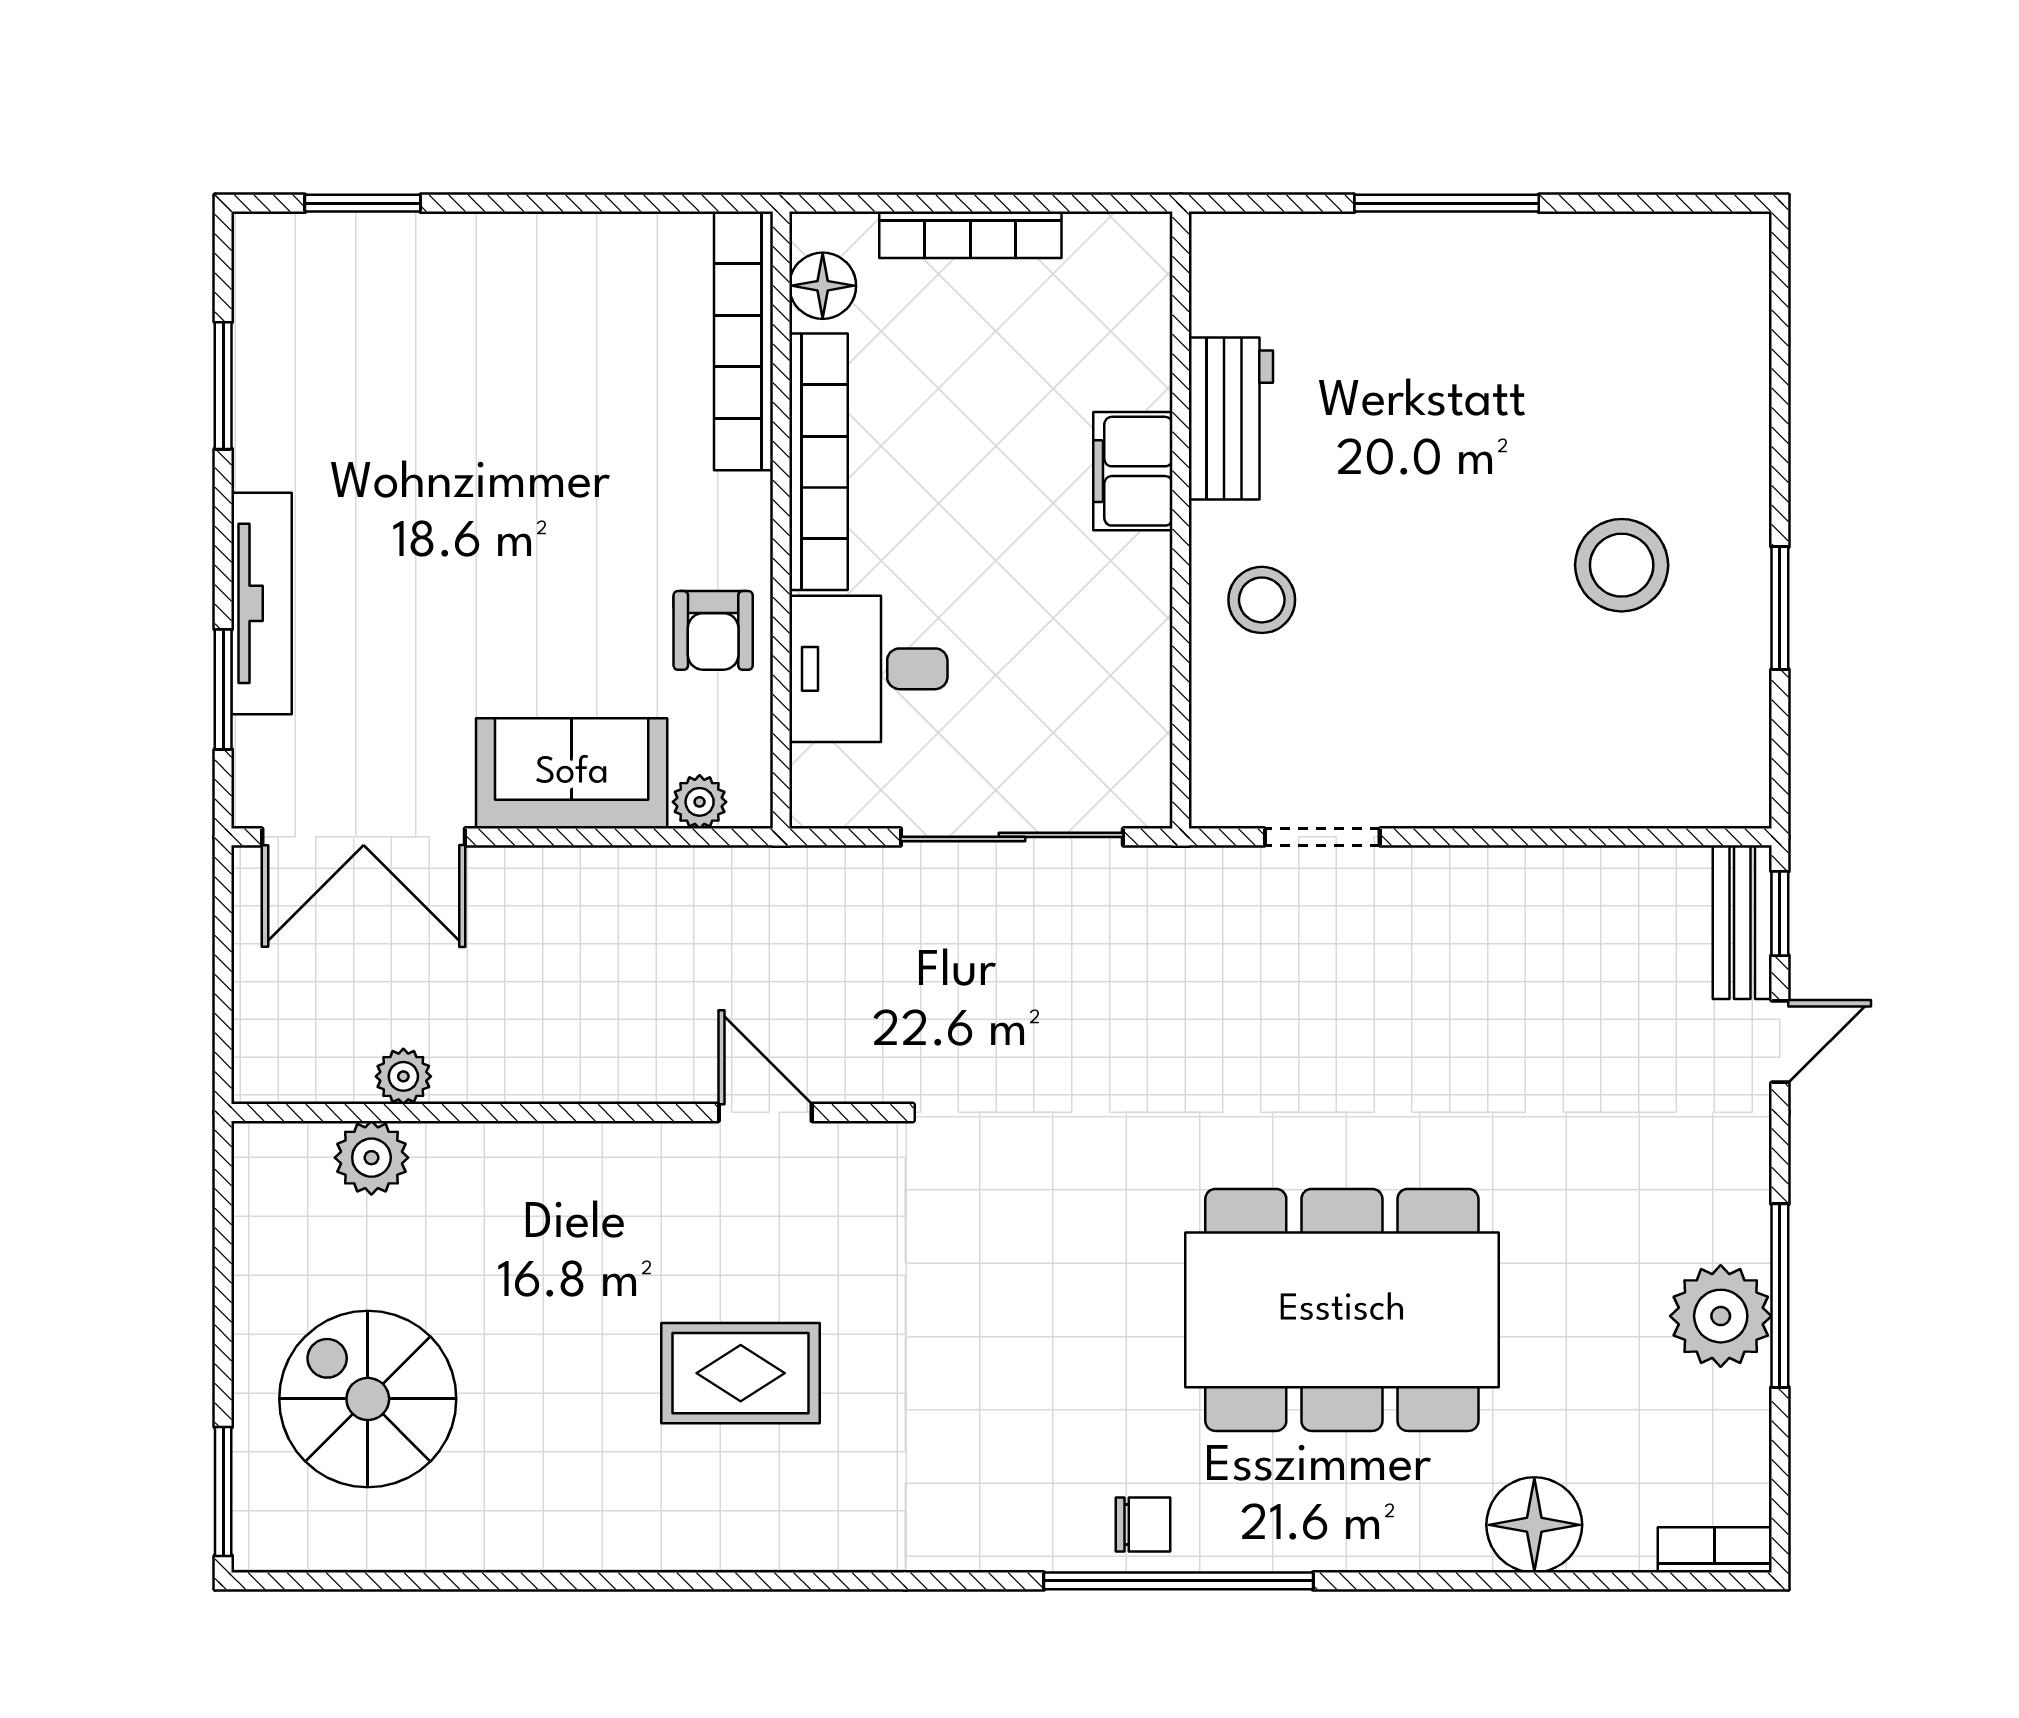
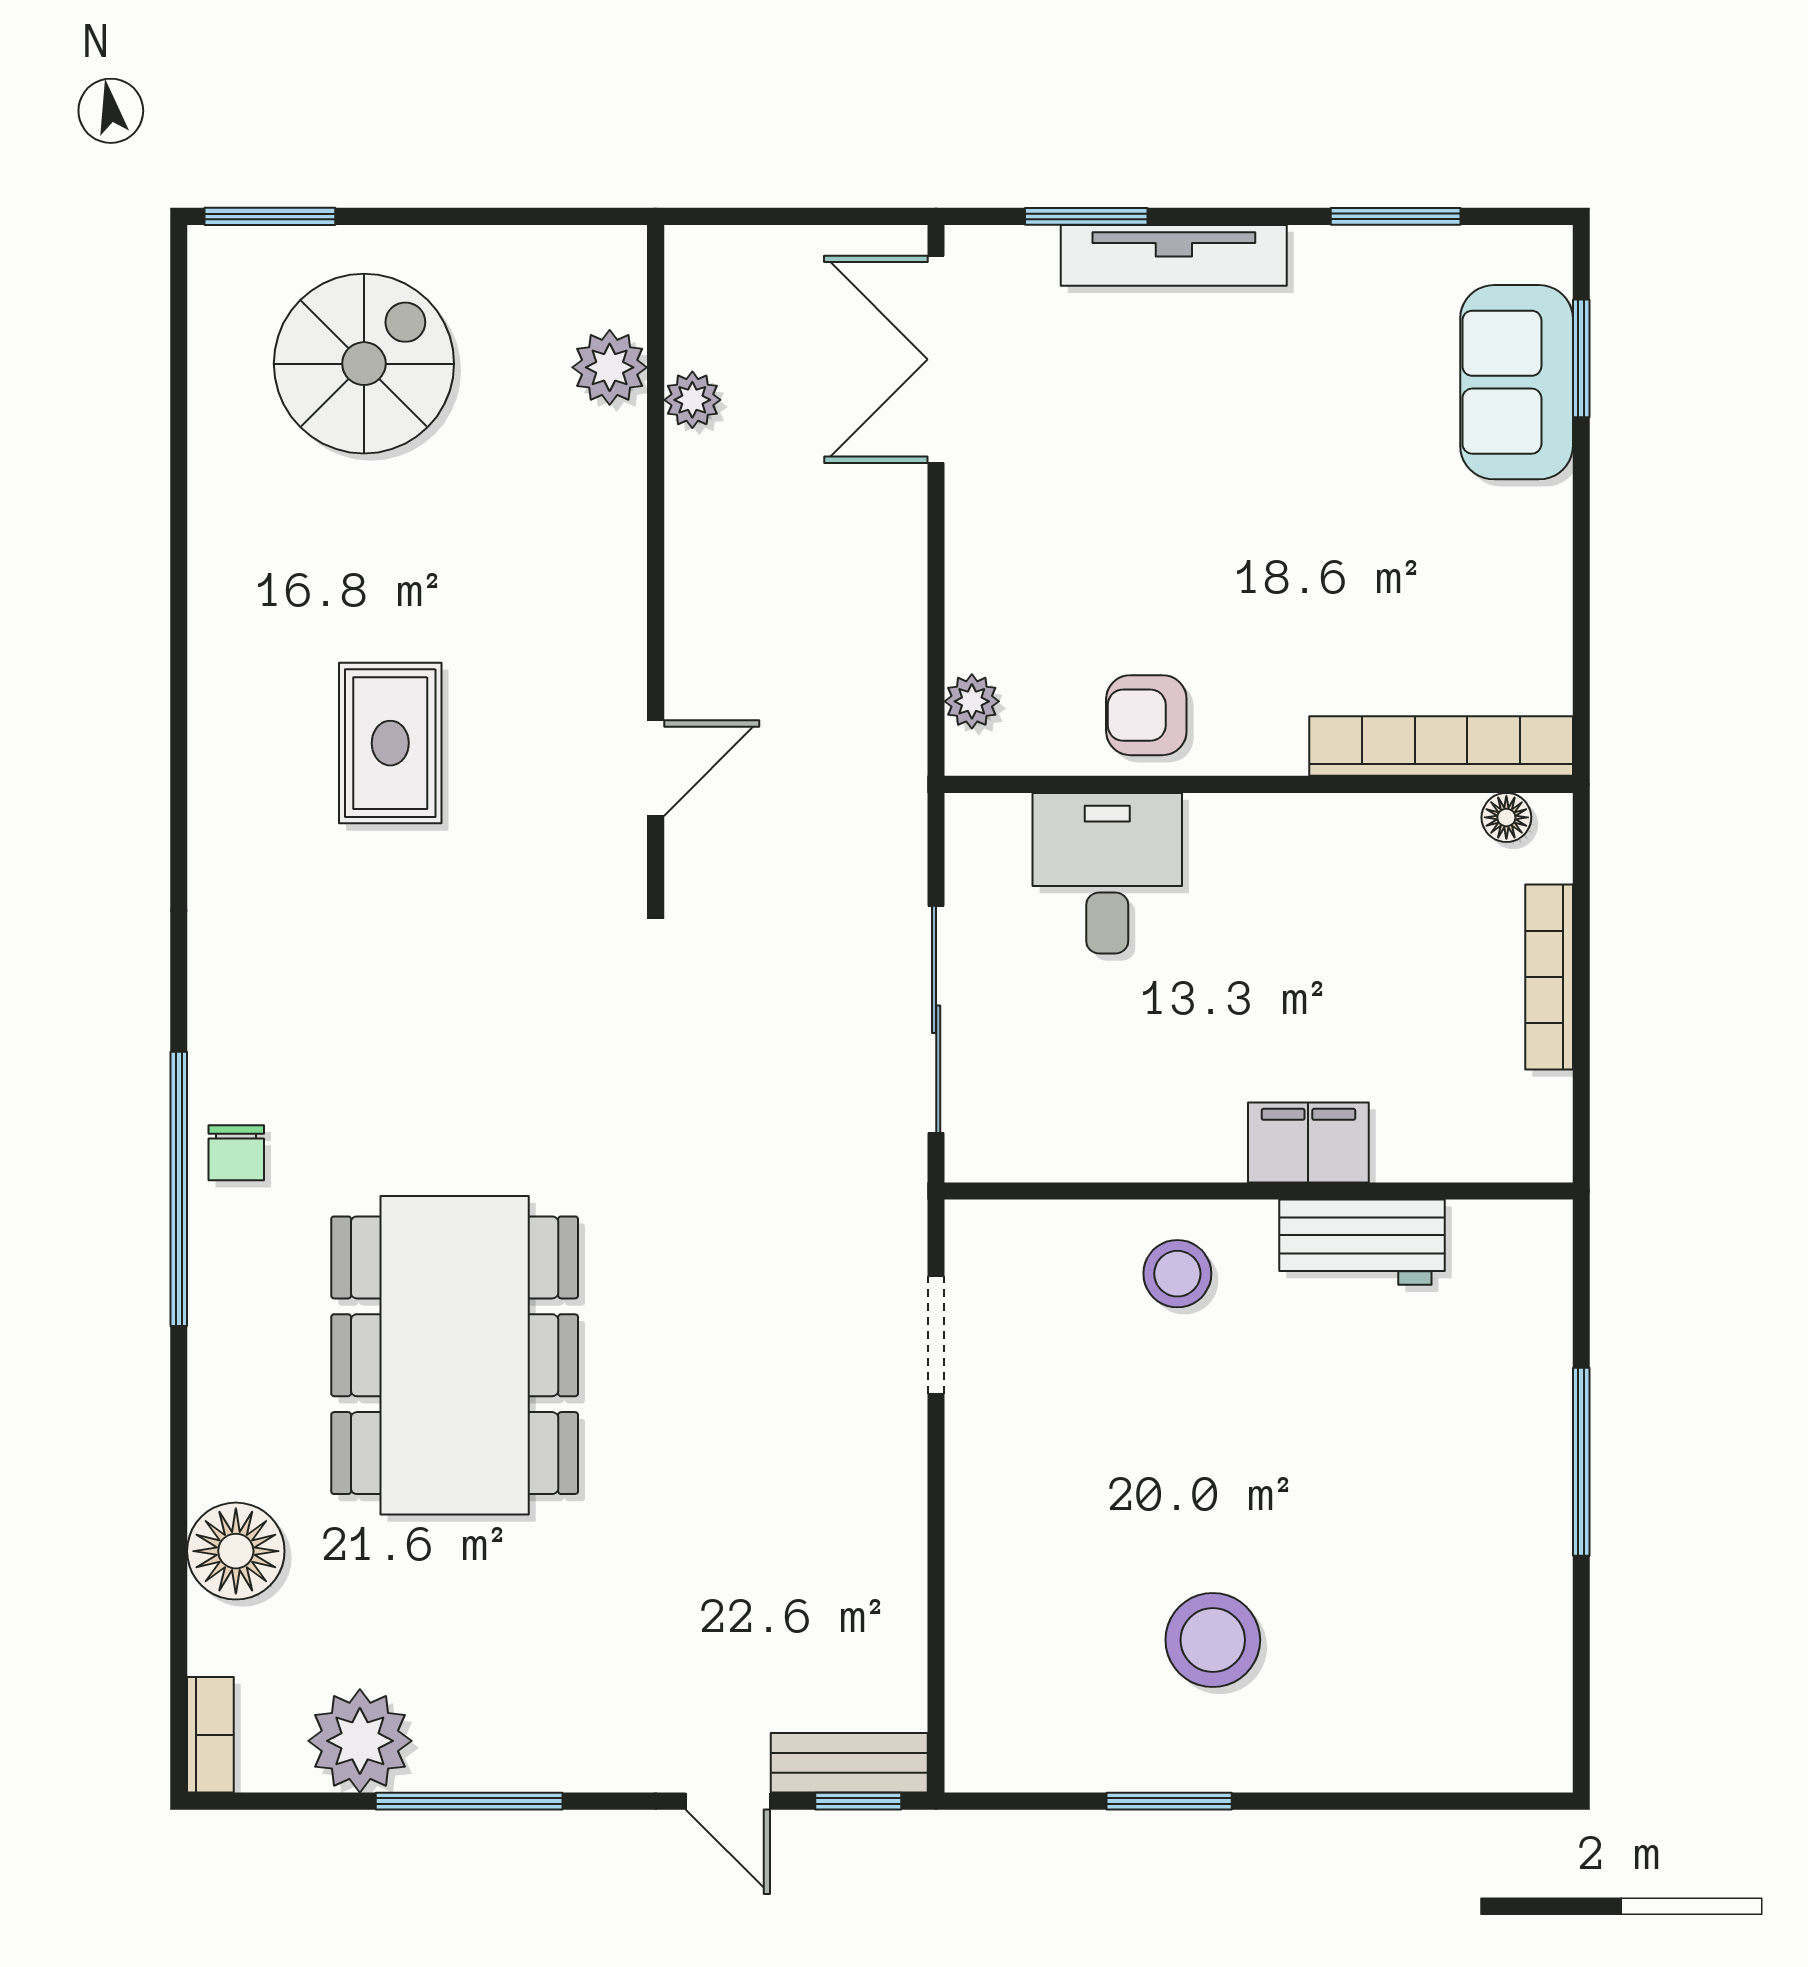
floor lamp: (823, 286) -> (1506, 817), width x0.73, depth x0.73
bookcase: (818, 462) -> (1318, 822), removed
sofa: (572, 773) -> (1517, 382), moved, turned 180
plant: (1721, 1316) -> (360, 1741), moved

